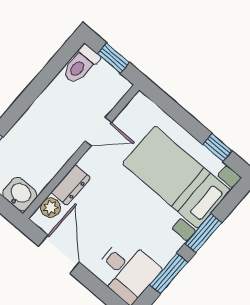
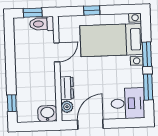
toilet: (81, 64) -> (42, 24), moved, turned 90
window: (217, 148) -> (92, 10), moved
door: (59, 254) -> (90, 124), hinge flipped

